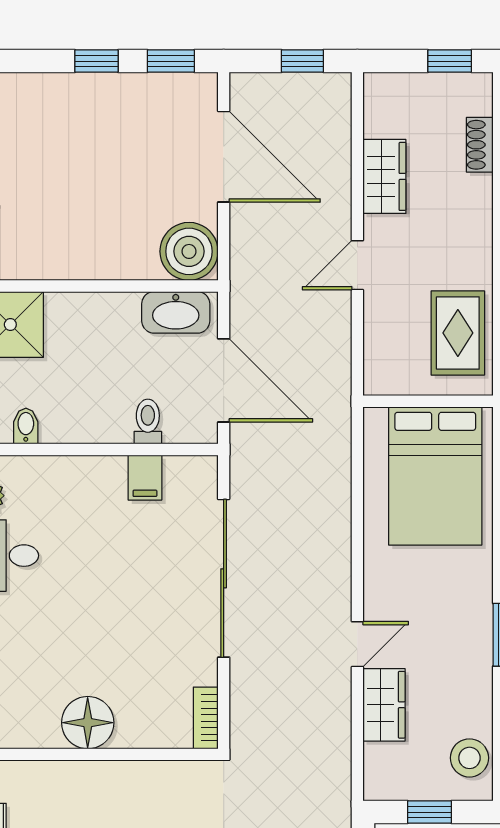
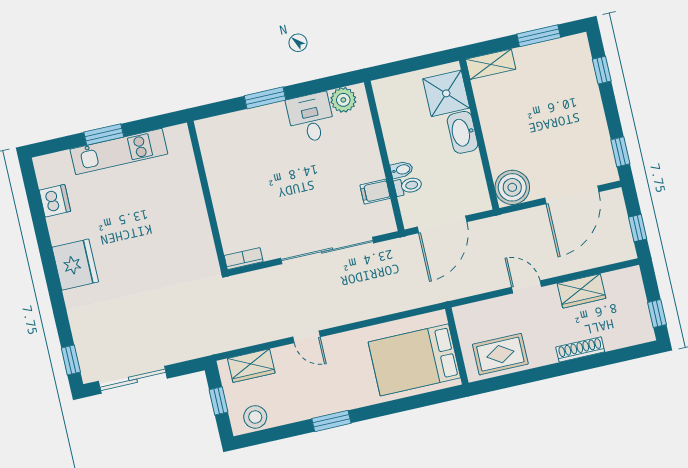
window: (97, 61) -> (602, 70), moved
shoe rack: (480, 145) -> (580, 349), moved, width x1.43
washbasin: (176, 312) -> (463, 132), moved
bidet: (26, 426) -> (402, 170), moved
wardrobe: (384, 705) -> (251, 366), moved
floor lamp: (88, 723) -> (225, 191), removed

